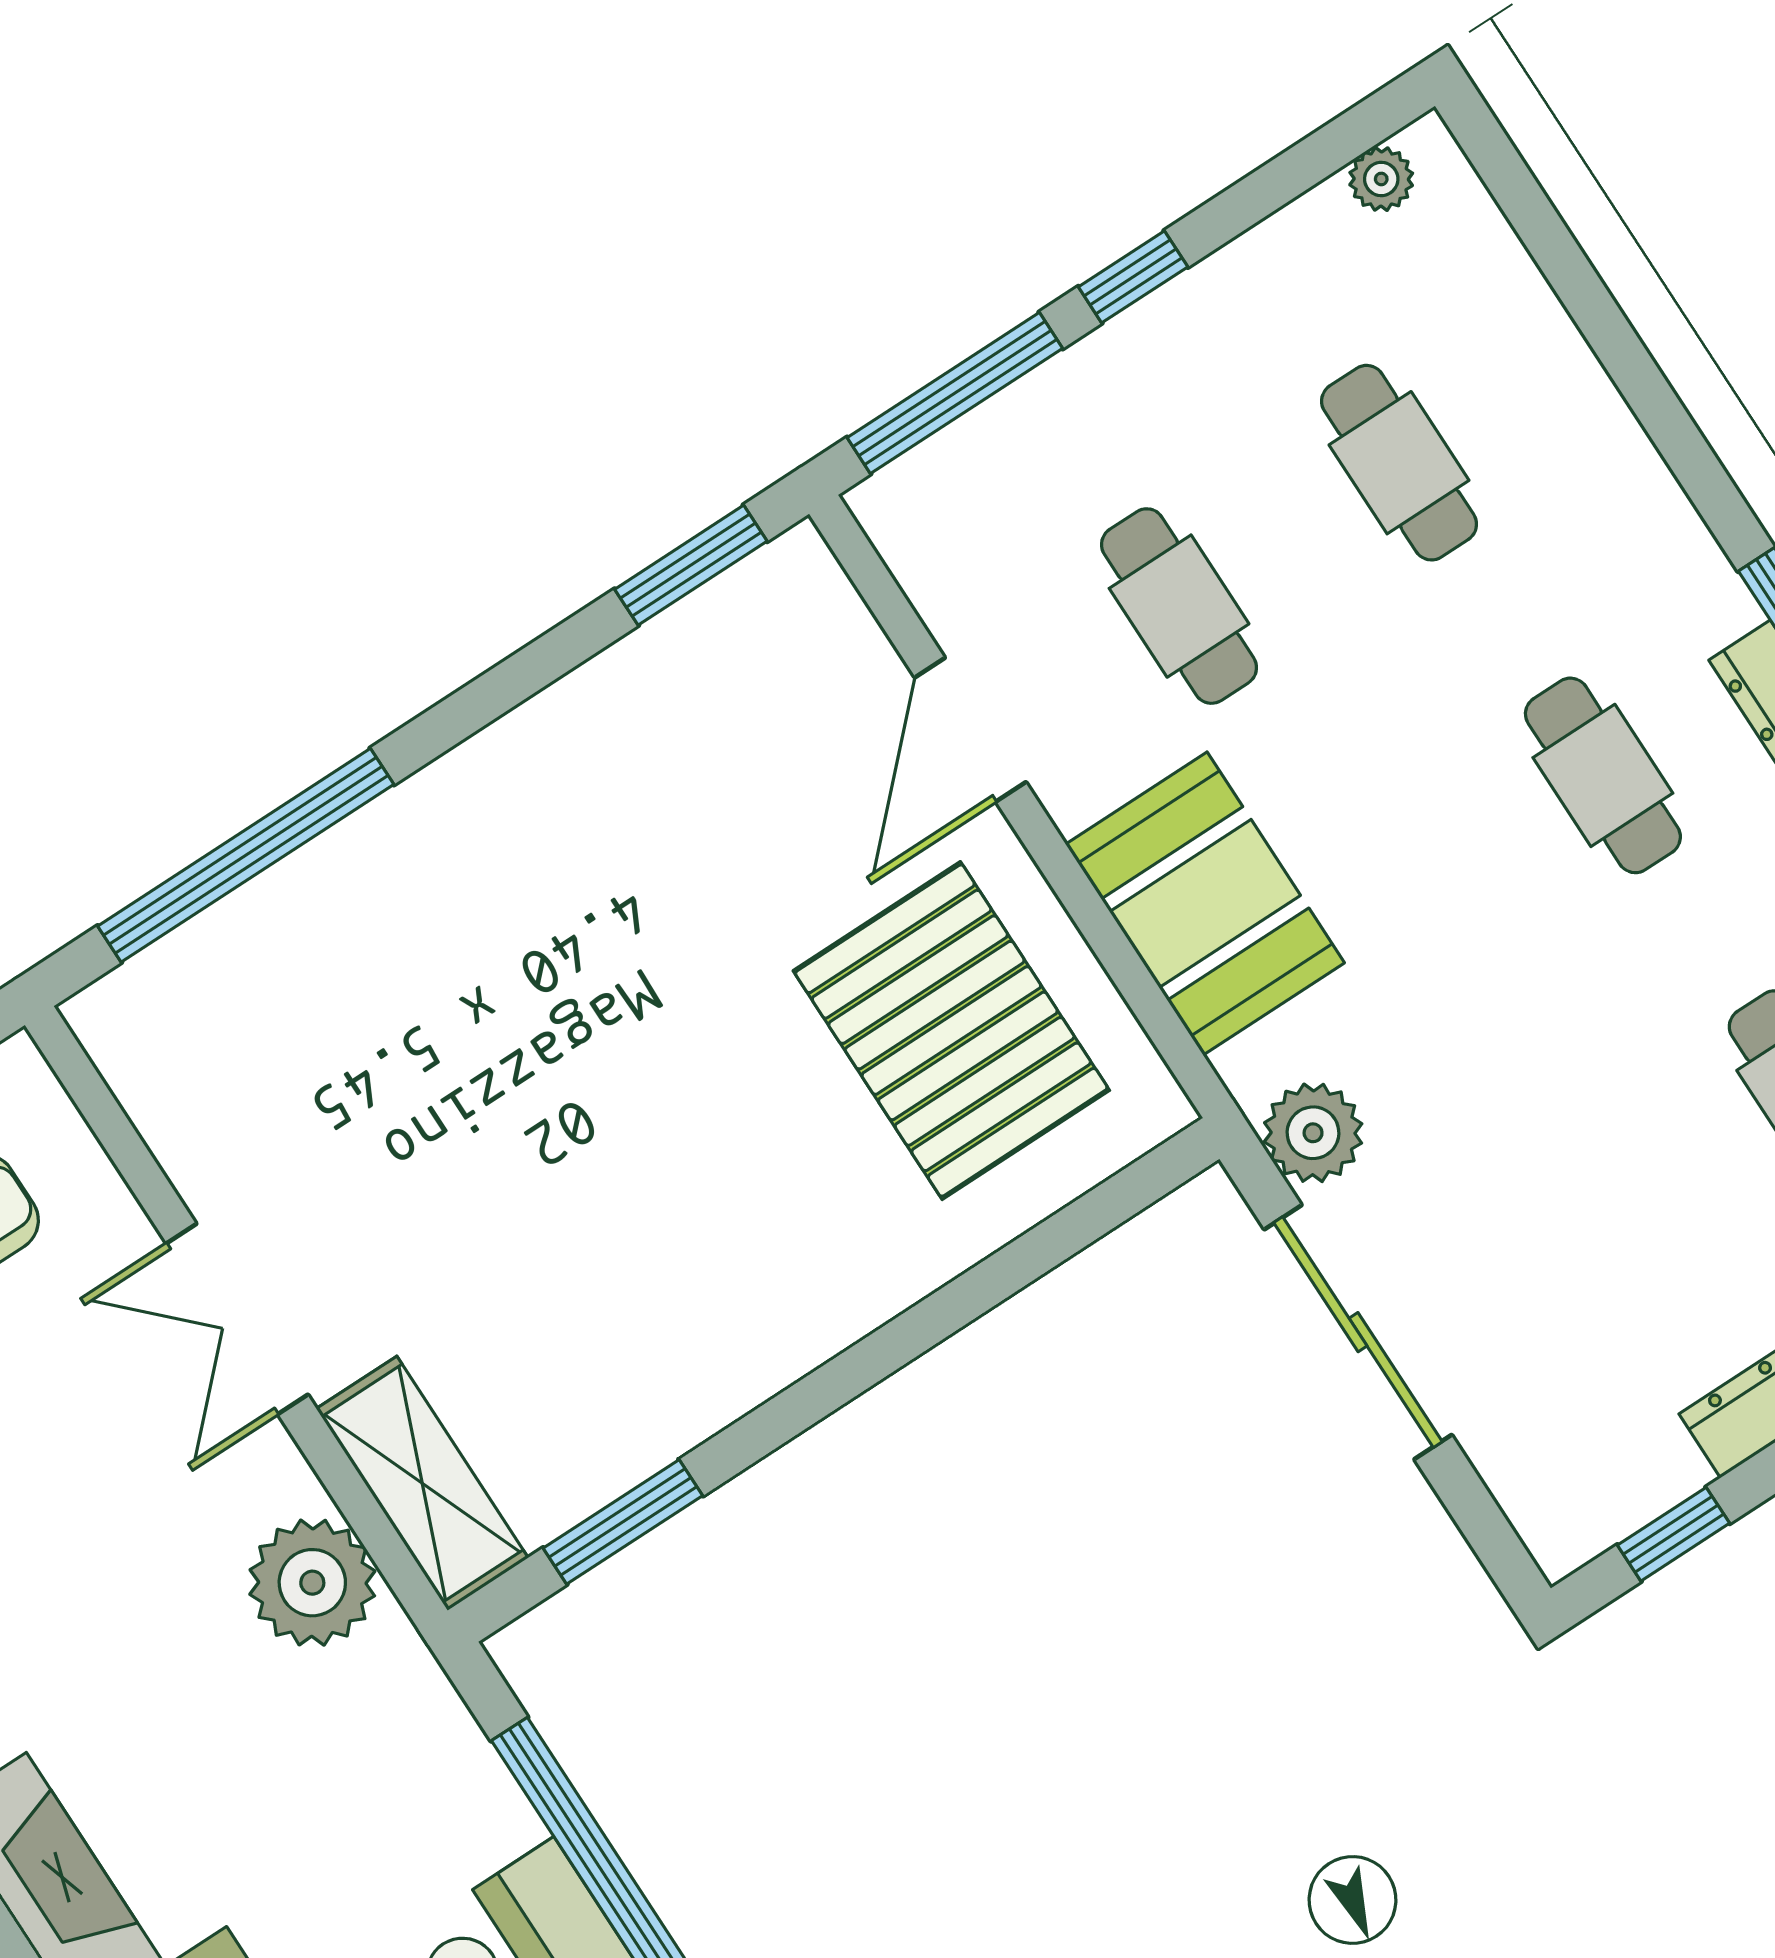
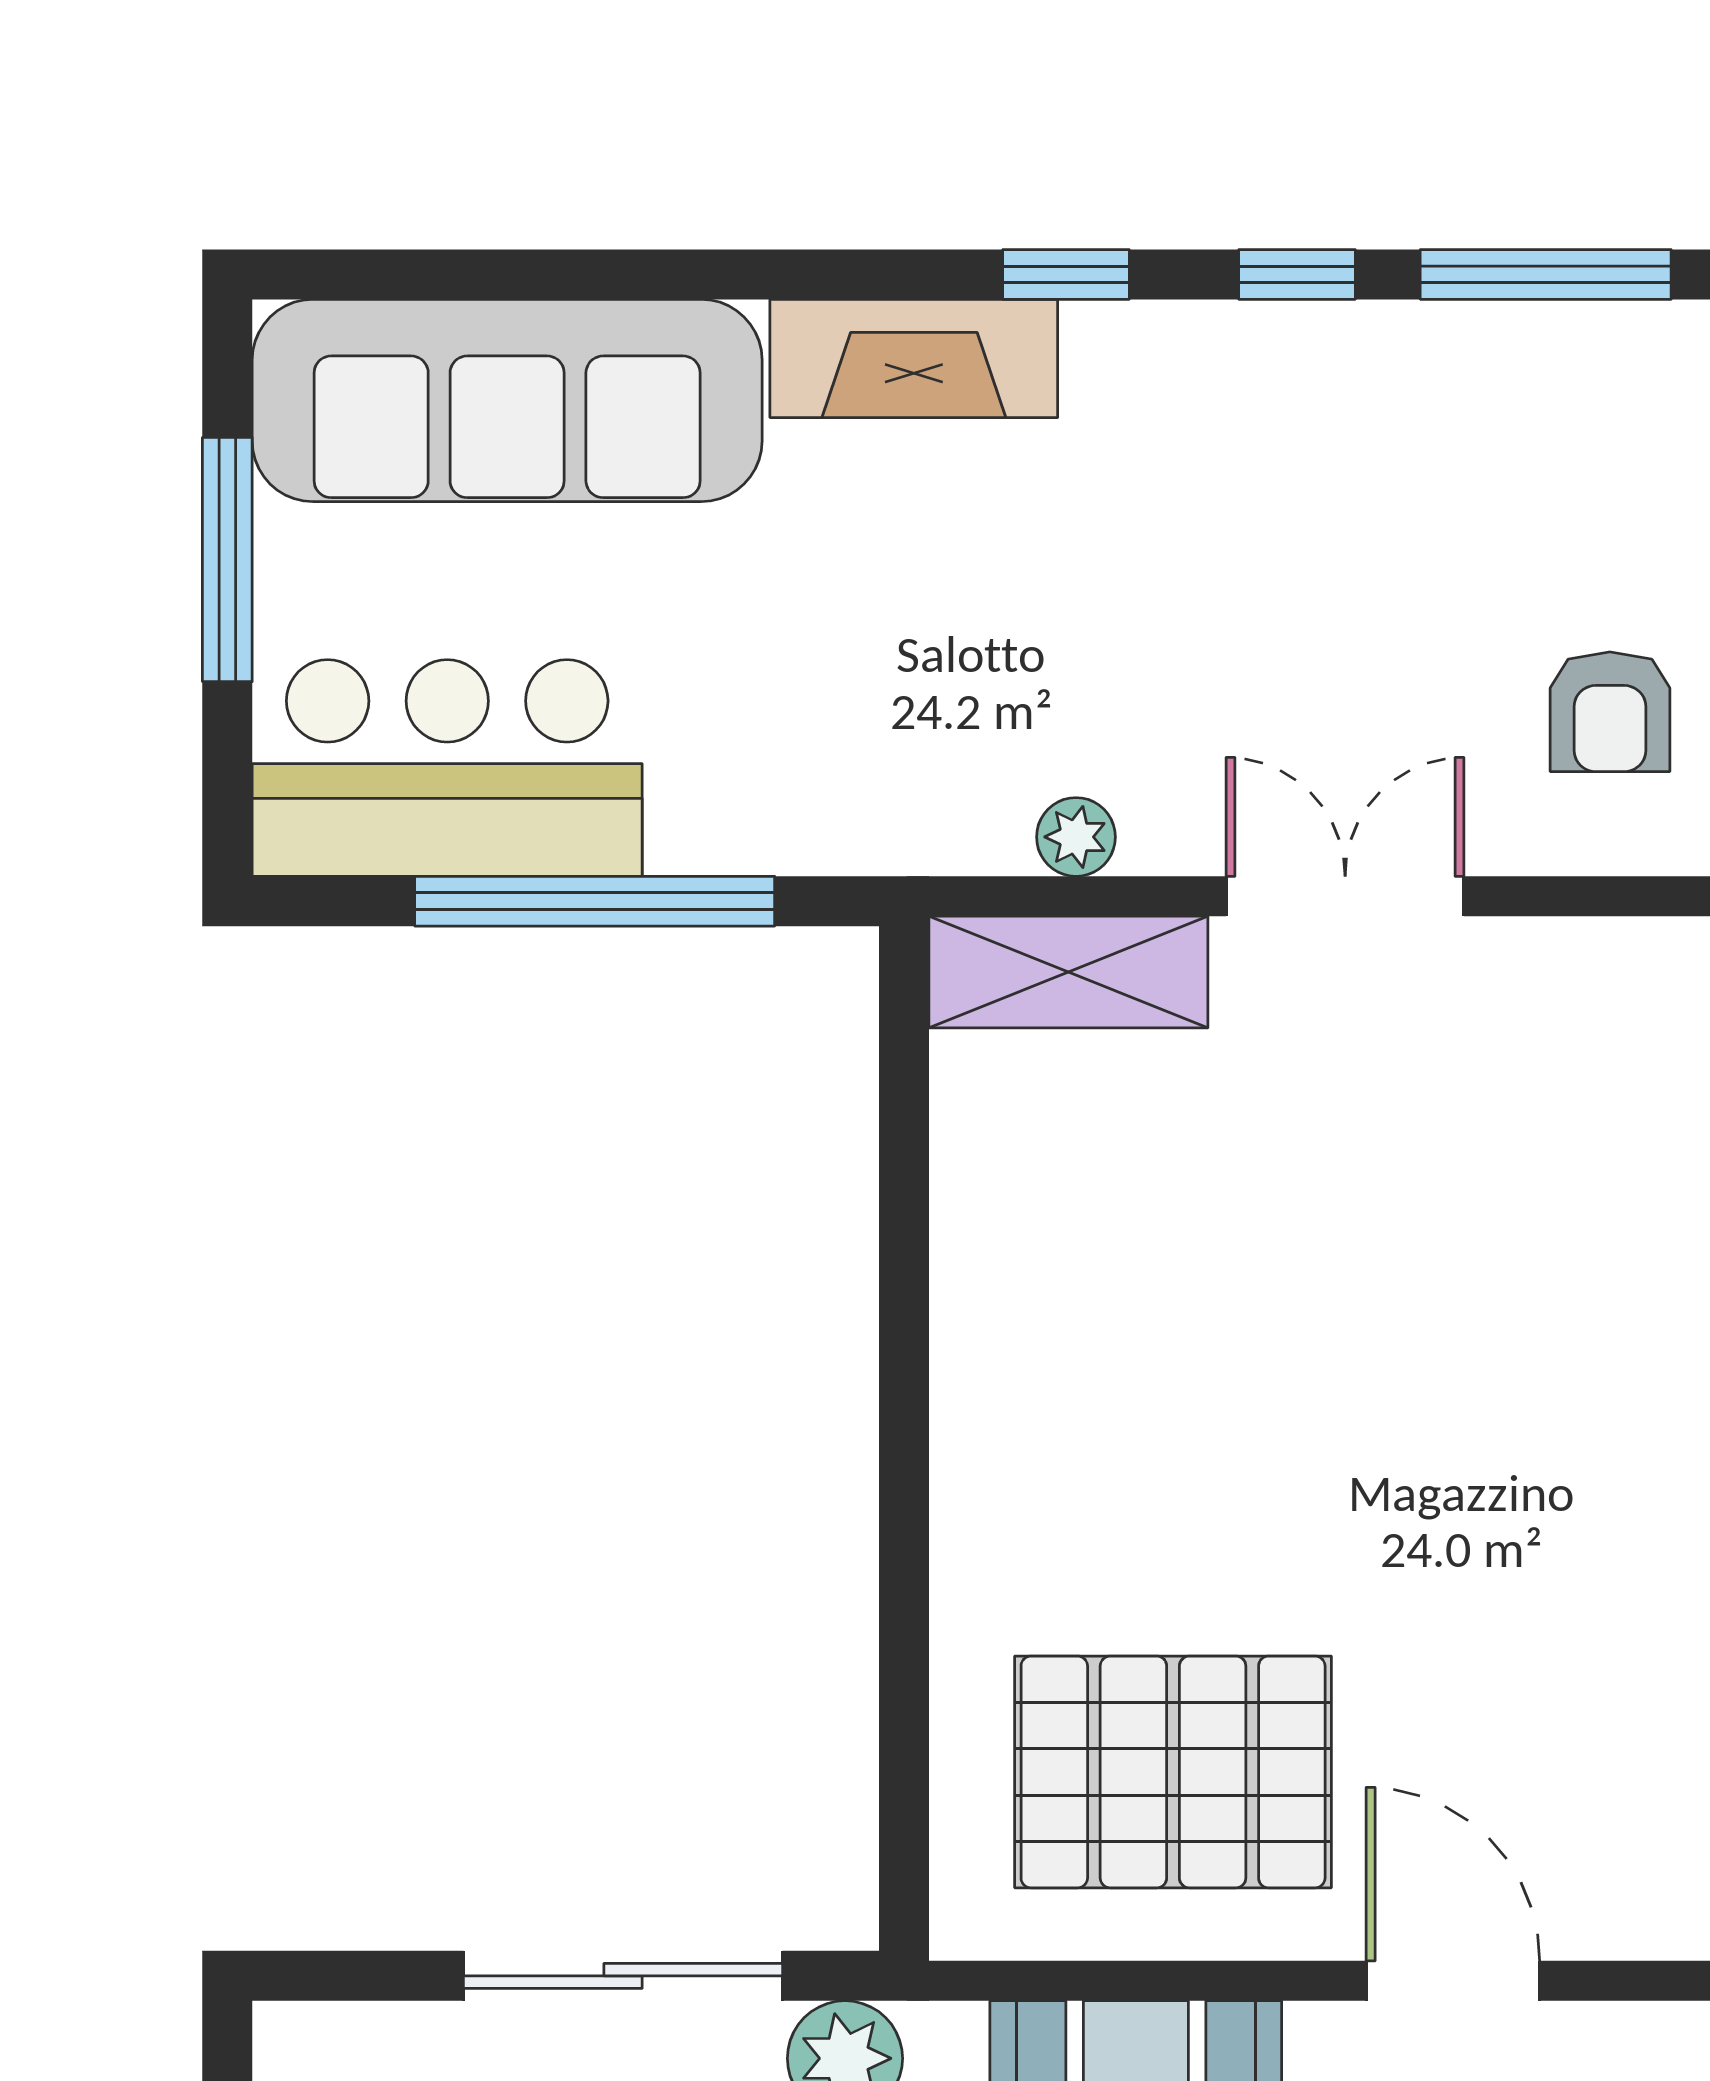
window: (623, 1522) -> (904, 1142), removed
plant: (312, 1583) -> (1076, 837), width x0.53, depth x0.53

